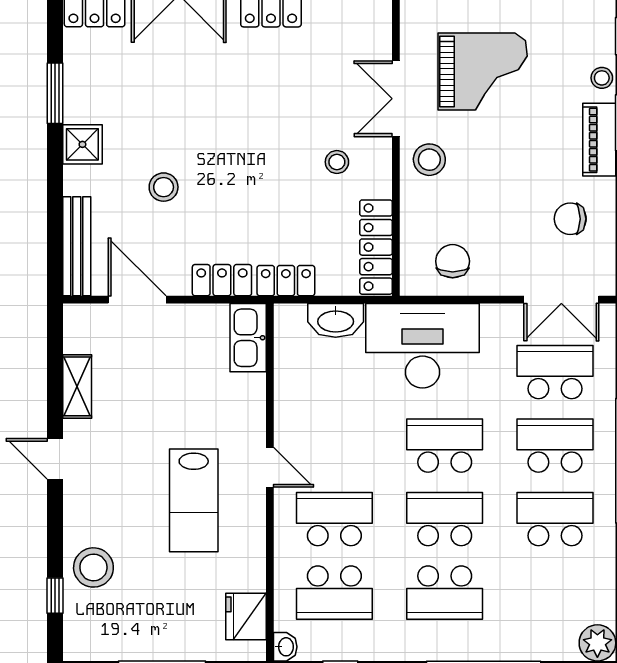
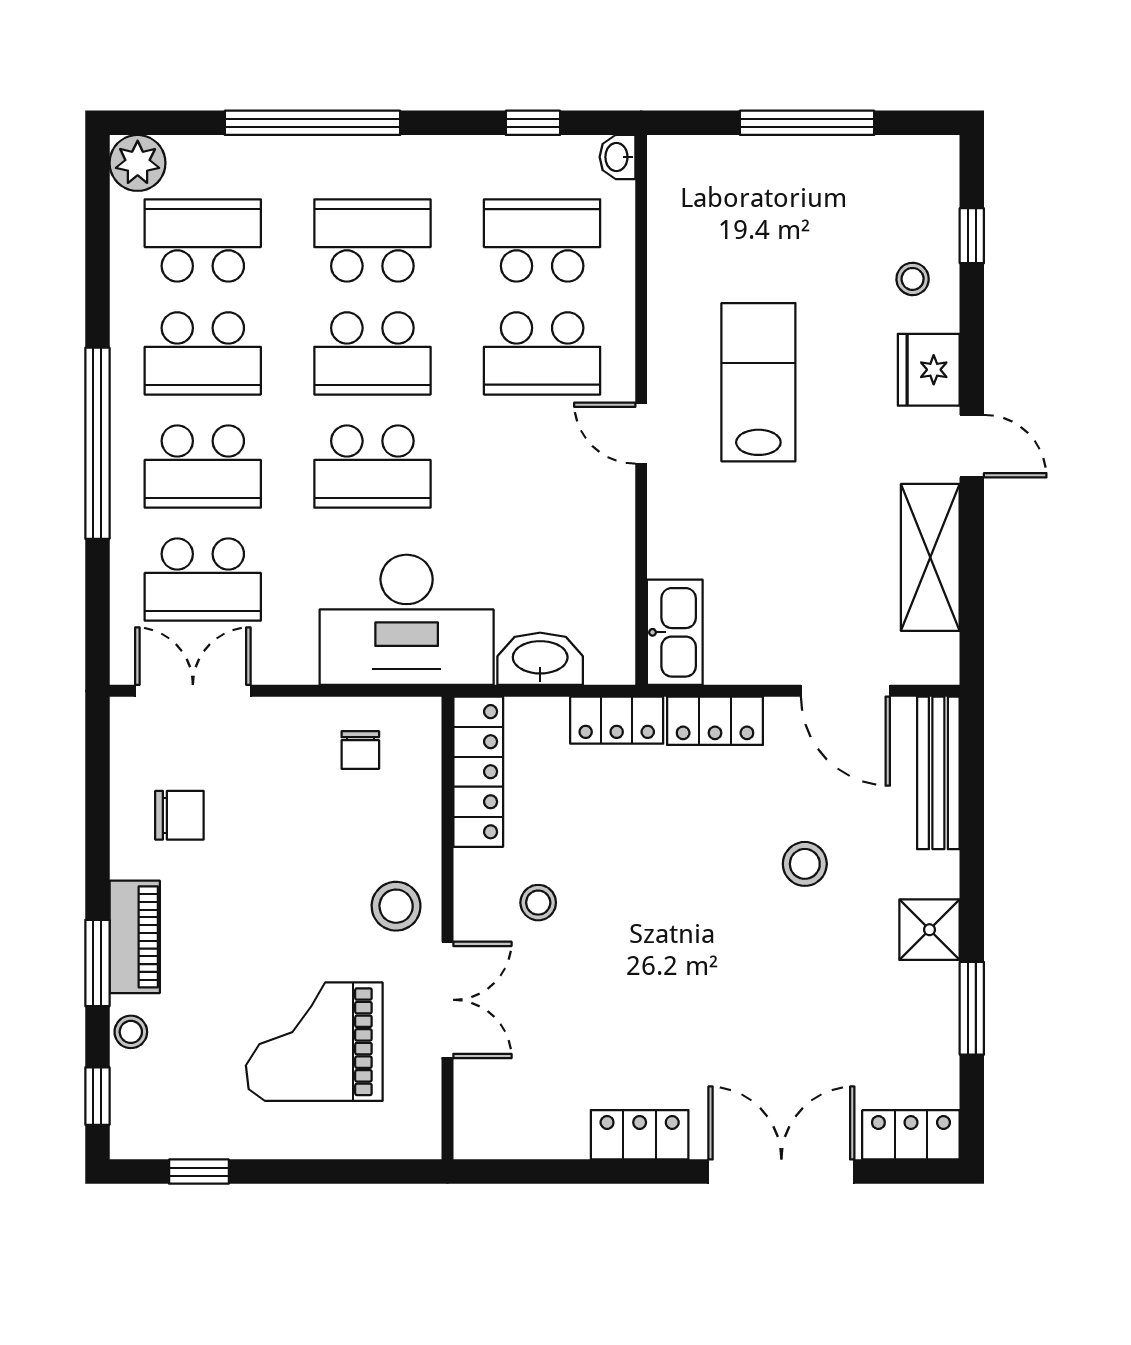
chair: (453, 261) -> (360, 750), width x0.73, depth x0.73
shelving: (77, 386) -> (930, 557), width x1.50, depth x1.33
stool: (93, 567) -> (913, 279), width x0.53, depth x0.53
school desk: (555, 593) -> (203, 240), added
fridge: (246, 617) -> (929, 370), moved, turned 180

